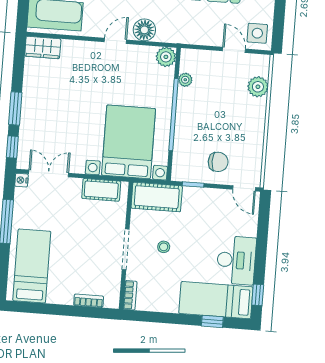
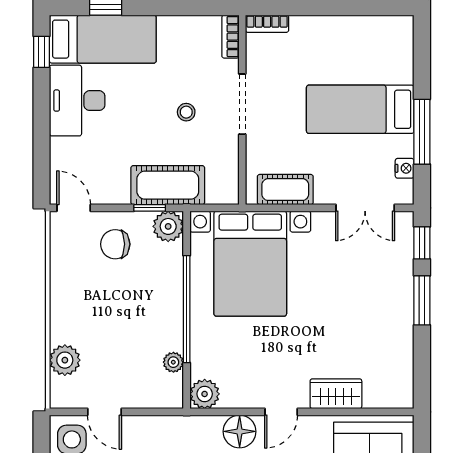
wardrobe: (43, 48) -> (336, 394), moved
plant: (182, 171) -> (168, 226), added
nightstand: (21, 180) -> (405, 168), moved
cot: (157, 197) -> (168, 185), moved
bed: (32, 266) -> (360, 109), moved, turned 90
bookcase: (89, 301) -> (267, 24), moved

